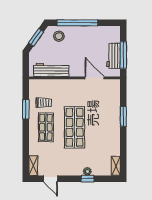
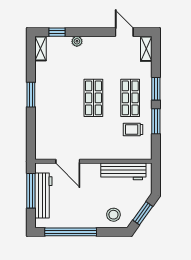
window: (77, 23) -> (71, 232), moved
workbench: (114, 56) -> (43, 196), width x1.38
window: (123, 116) -> (31, 95), moved
shop shelf: (75, 127) -> (93, 98), width x0.70, depth x0.74
window: (26, 134) -> (156, 89), added
window: (87, 179) -> (57, 32), moved

